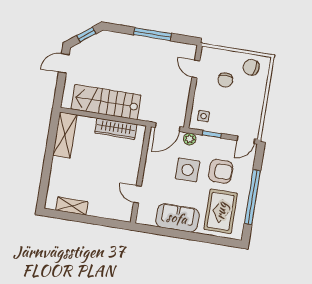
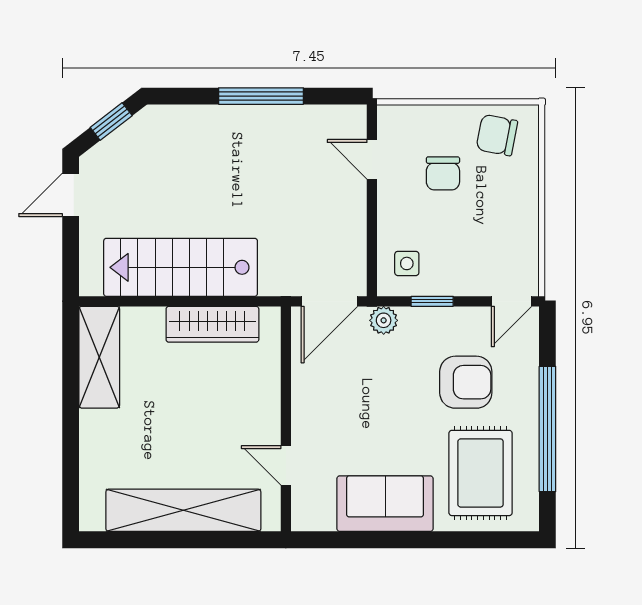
side table: (187, 170) -> (390, 391), removed
shelving: (72, 206) -> (183, 510), width x2.20, depth x1.33

